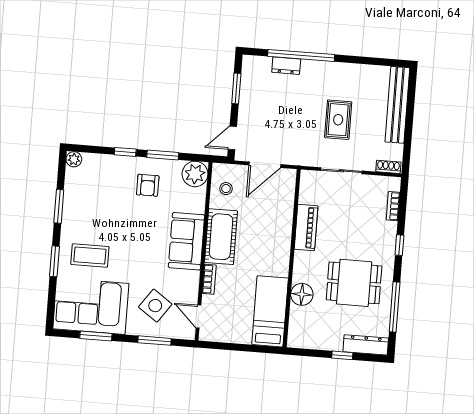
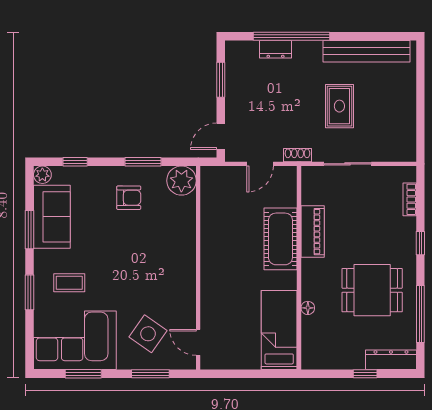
bench: (397, 105) -> (367, 51), moved, turned 90
window: (125, 152) -> (75, 162), moved
door: (265, 165) -> (260, 164), width x0.73
shoe rack: (388, 167) -> (297, 155), moved
armchair: (148, 185) -> (129, 198), turned -90
stool: (226, 189) -> (218, 194), removed
cot: (221, 237) -> (280, 239), moved
sofa: (186, 241) -> (52, 217), moved, turned 180
coffee table: (90, 256) -> (69, 283), width x0.73, depth x0.77
bookcase: (209, 279) -> (207, 299), removed
floor lamp: (302, 294) -> (308, 308), width x0.53, depth x0.53

